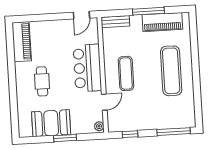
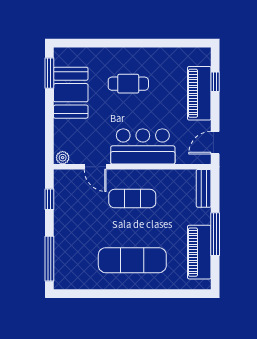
door: (81, 15) -> (215, 143), hinge flipped
window: (37, 18) -> (215, 82), added
piano: (22, 42) -> (199, 93), moved, turned 90
window: (65, 138) -> (49, 73), moved

